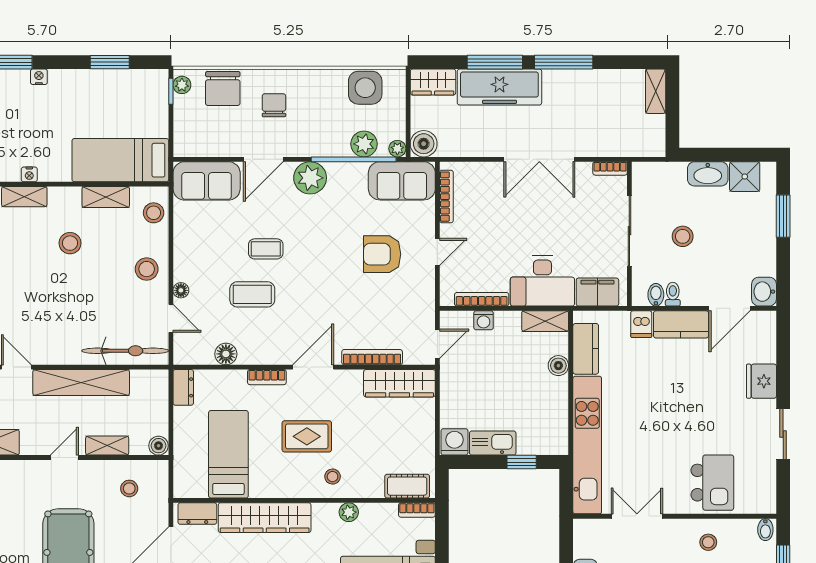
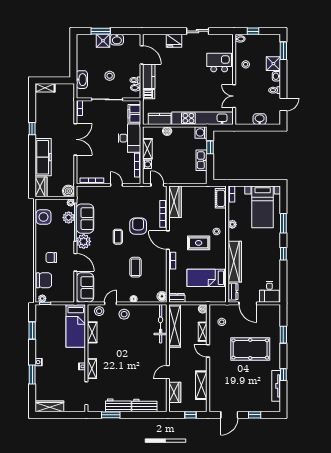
window: (495, 62) -> (32, 159), removed
window: (564, 62) -> (32, 129), width x0.46
washbasin: (708, 174) -> (82, 80), moved
shower: (745, 177) -> (103, 41), moved
sofa: (402, 181) -> (85, 219), moved
stool: (70, 243) -> (113, 348), removed
coffee table: (266, 249) -> (118, 237), moved
armchair: (382, 254) -> (138, 226), moved, turned 180
washbasin: (764, 292) -> (117, 40), moved
door: (171, 318) -> (110, 303), moved
shelving: (545, 321) -> (147, 149), moved
floor lamp: (226, 354) -> (162, 296), moved
shelving: (81, 383) -> (175, 326), moved
rug: (307, 436) -> (199, 243), turned 90
washing machine: (454, 442) -> (201, 132), moved

